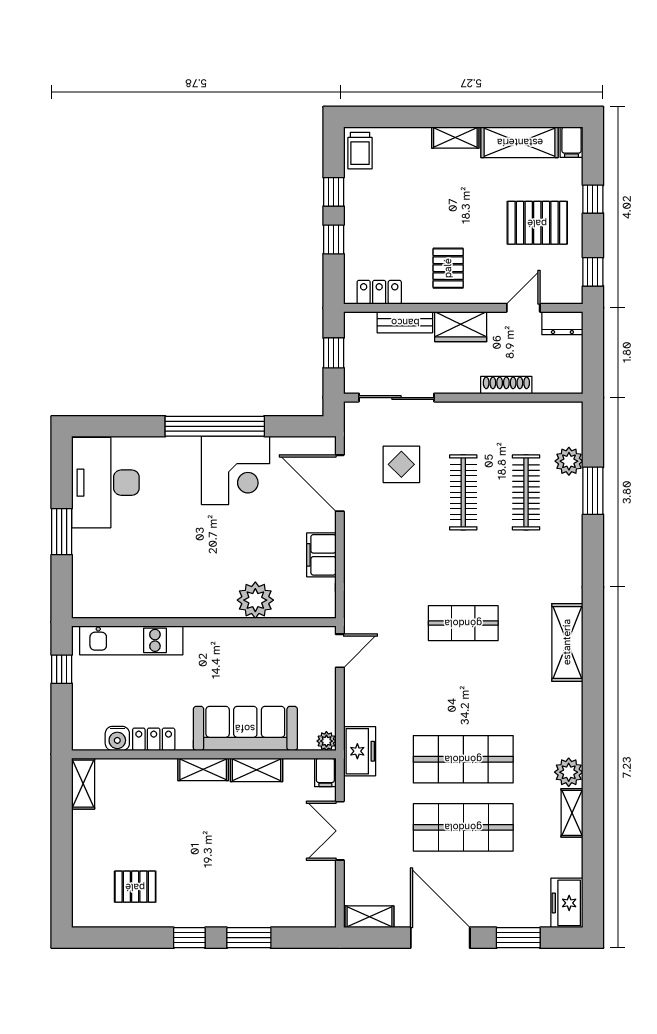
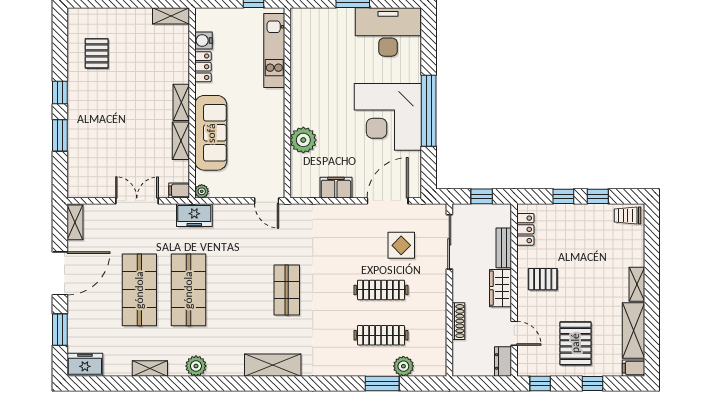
corner desk: (236, 470) -> (388, 117), width x1.36, depth x1.36
plant: (569, 772) -> (196, 366), moved

